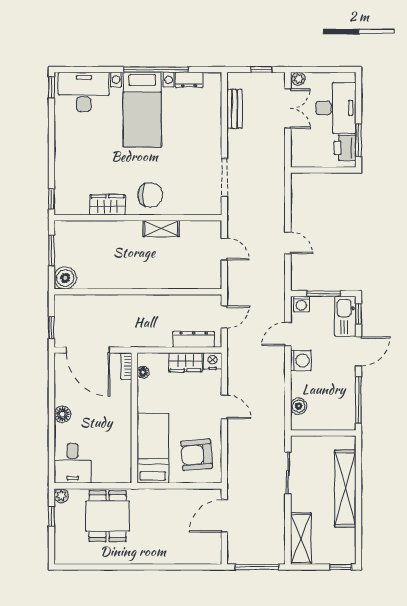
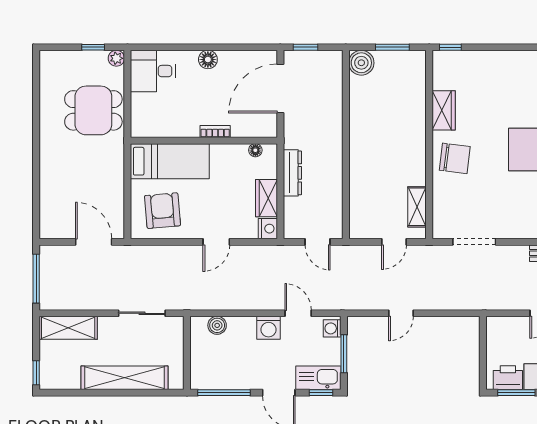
chair: (150, 195) -> (455, 158), turned -83
shelving: (161, 228) -> (417, 207), moved
dresser: (194, 339) -> (292, 173), moved
bookcase: (126, 366) -> (215, 132), moved

